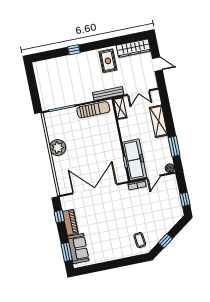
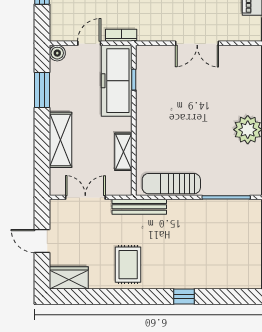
wardrobe: (133, 48) -> (69, 278), width x0.67
shelving: (120, 108) -> (123, 152), moved
double door: (95, 189) -> (197, 43), width x0.54

